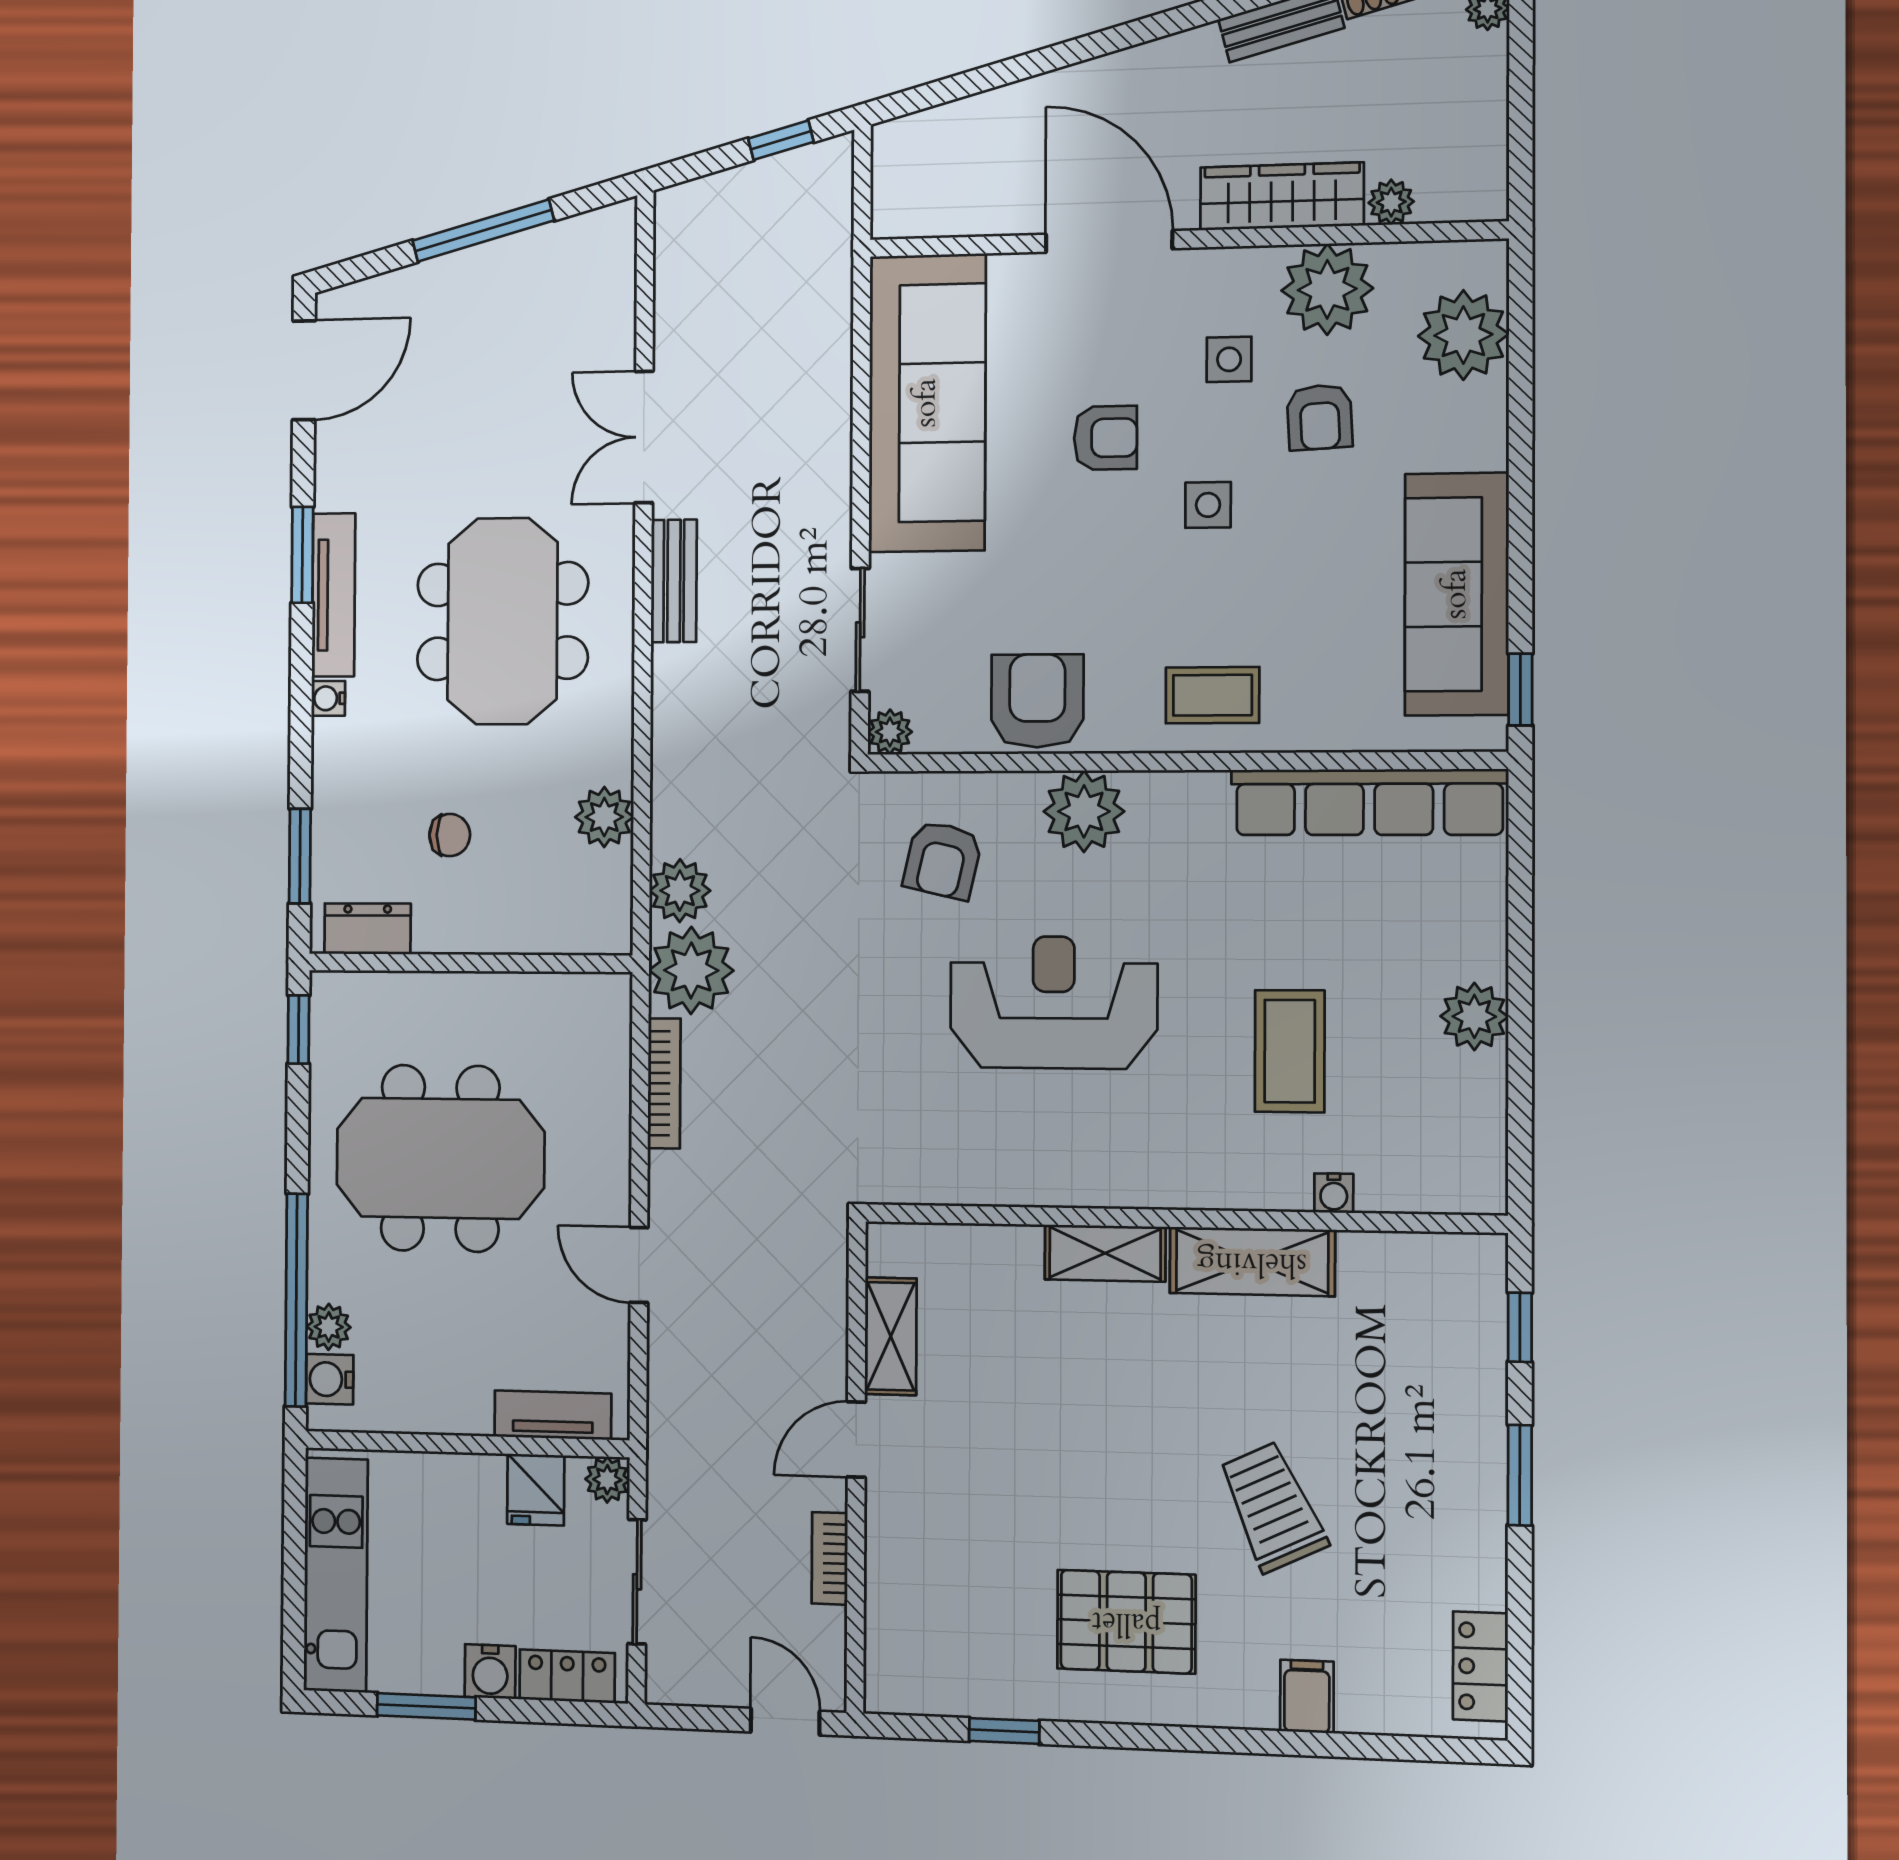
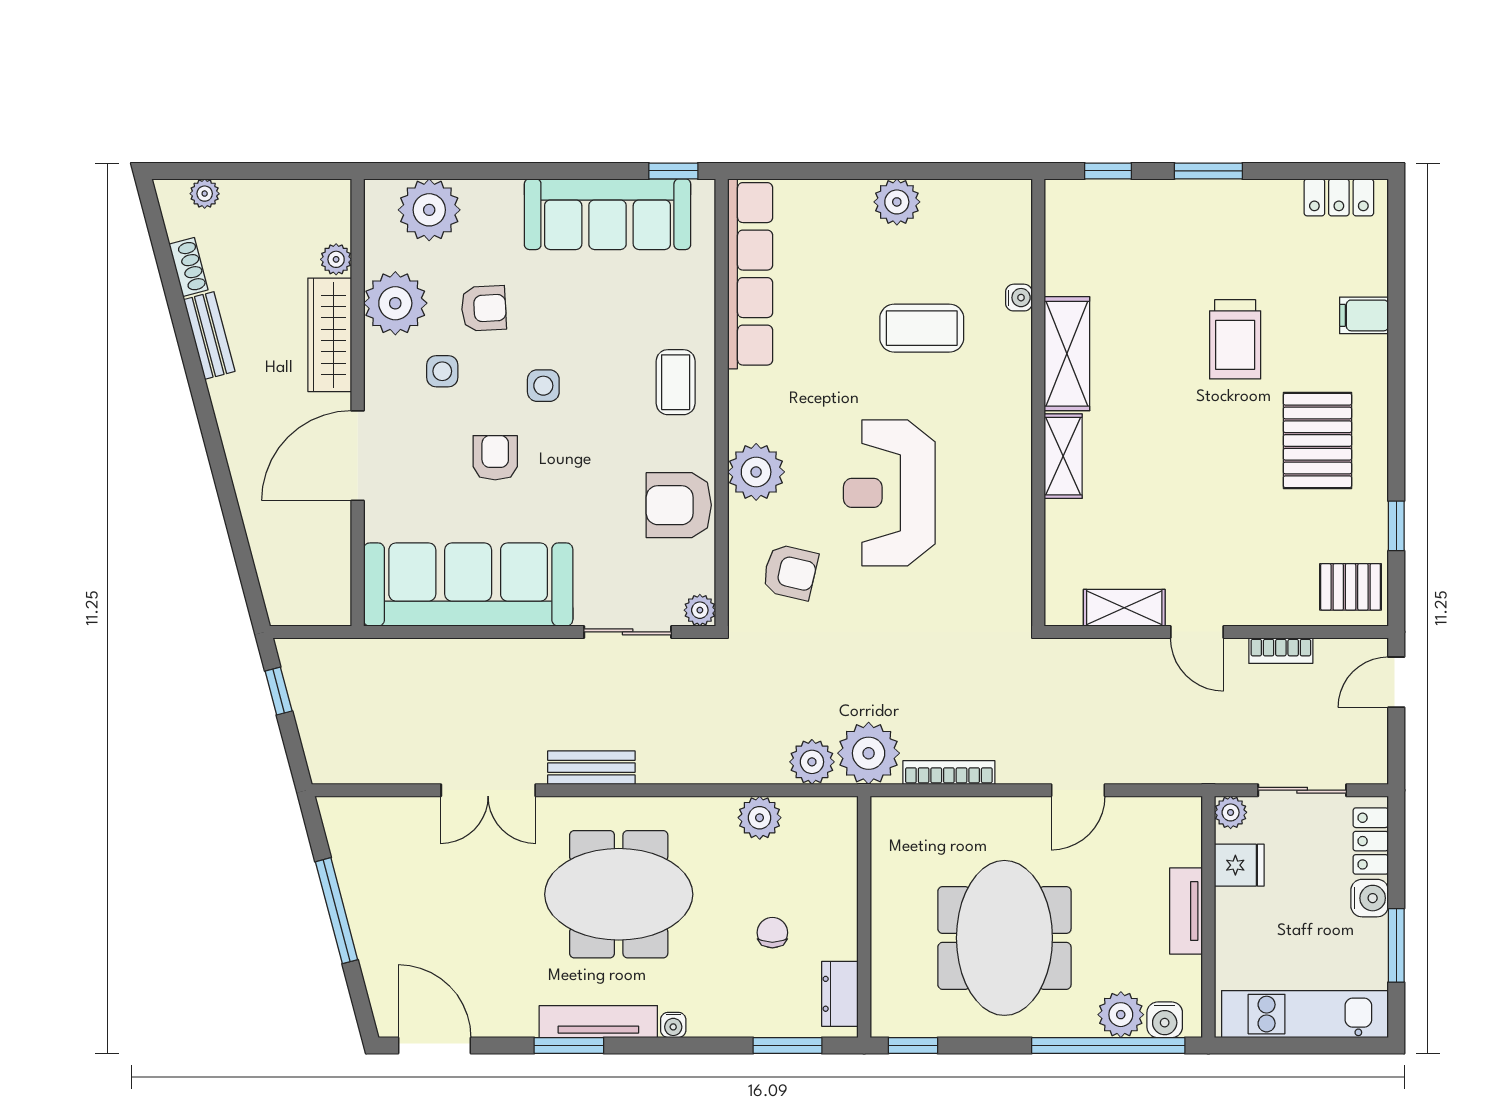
plant: (329, 1327) -> (1121, 1015), width x1.38, depth x1.38
tv unit: (553, 1415) -> (1186, 911), moved
trolley: (1272, 1507) -> (1235, 339), turned -65
pallet: (918, 1662) -> (1351, 587), added

